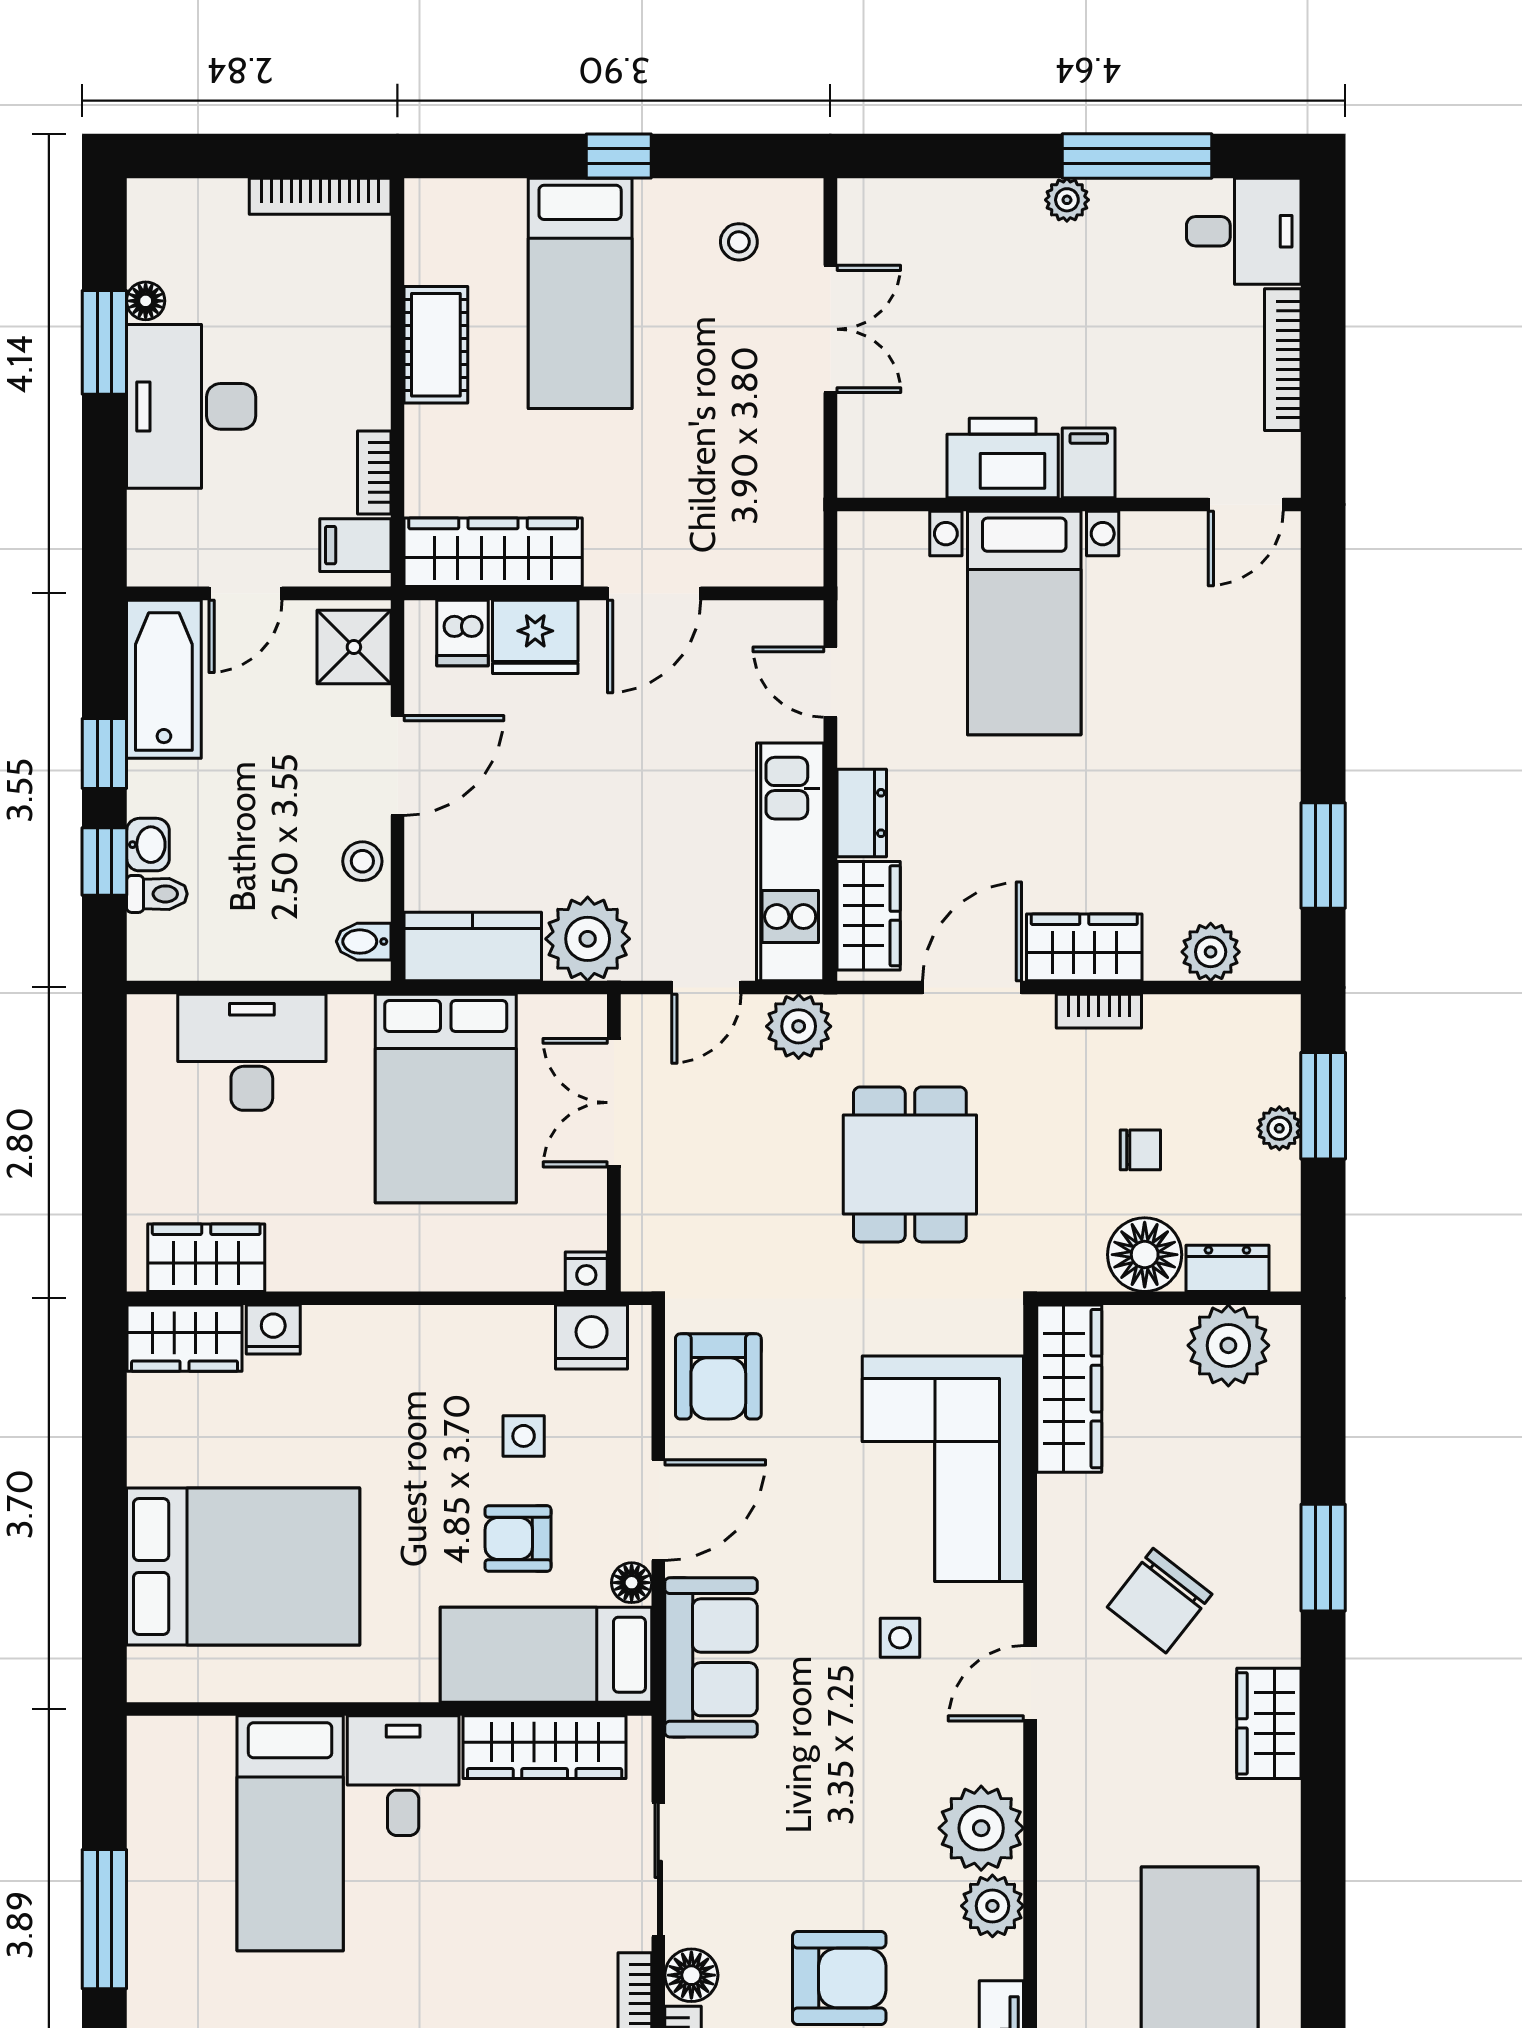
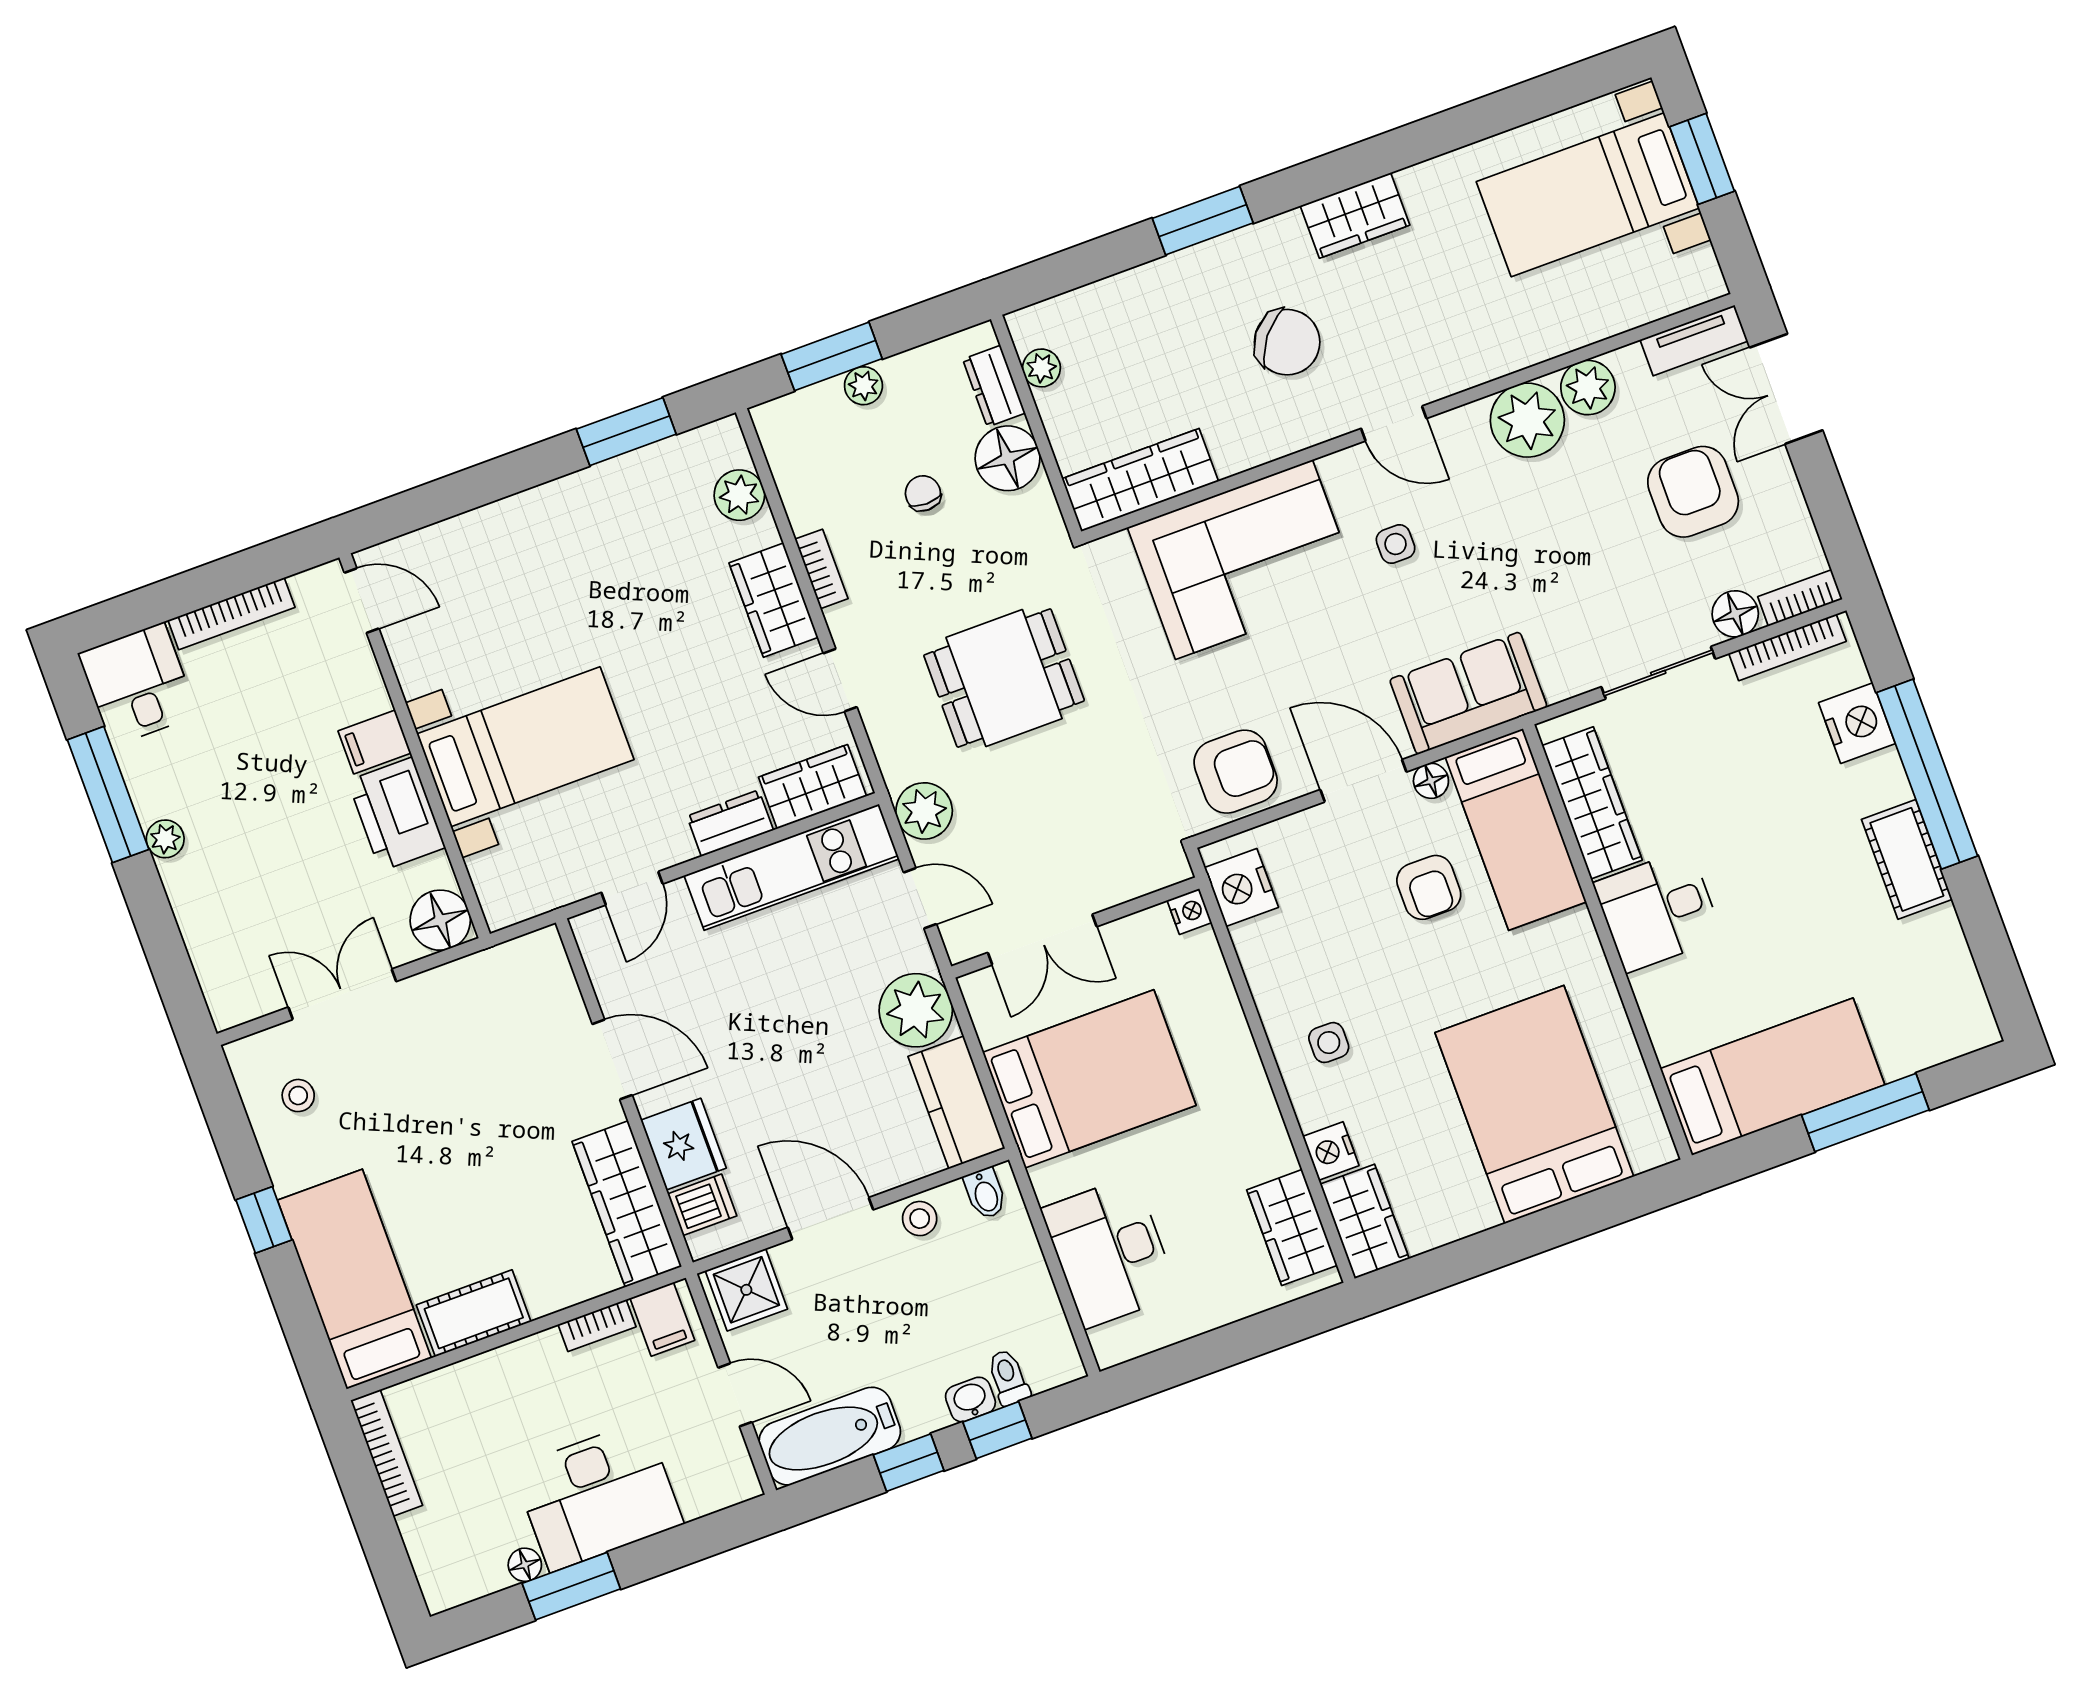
bed: (580, 293) -> (354, 1279), moved, turned -90
floor lamp: (871, 463) -> (440, 920), added
door: (972, 987) -> (840, 680), width x0.73
plant: (1228, 1345) -> (1041, 368), width x0.53, depth x0.53
side table: (524, 1436) -> (1329, 1043), moved
bed: (290, 1833) -> (1772, 1077), moved

